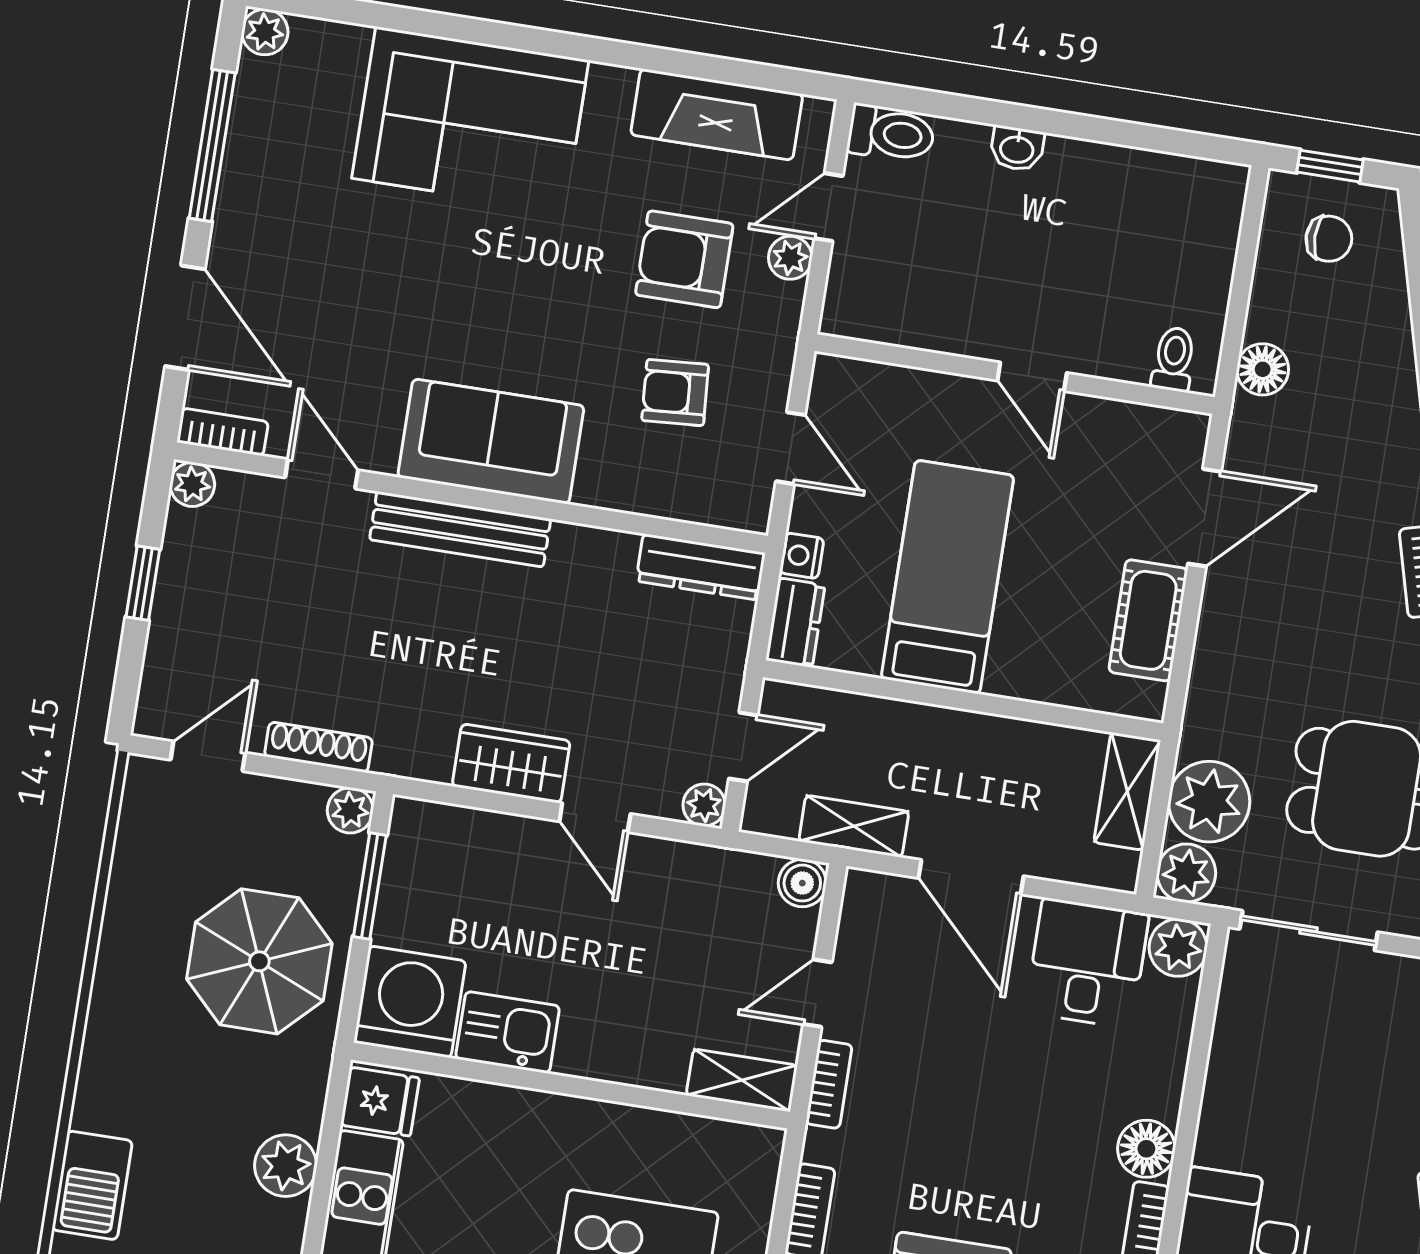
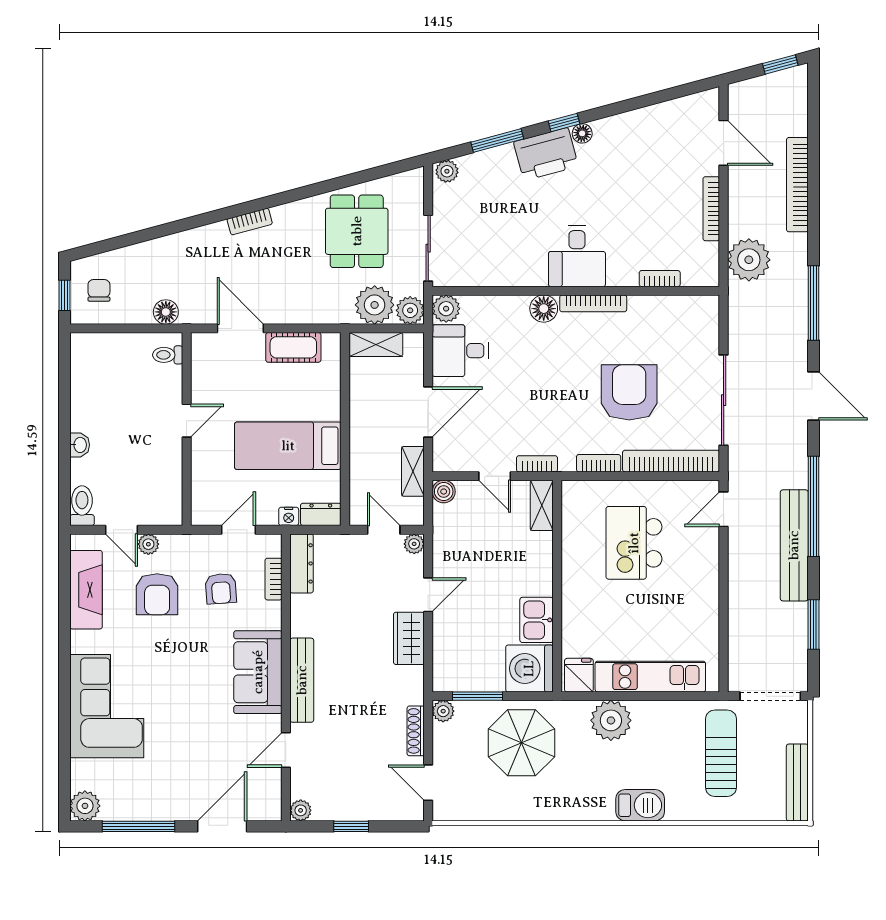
plant: (265, 32) -> (85, 806), width x1.38, depth x1.38
bookcase: (223, 432) -> (273, 579), moved
plant: (286, 1166) -> (611, 720), width x1.36, depth x1.36

